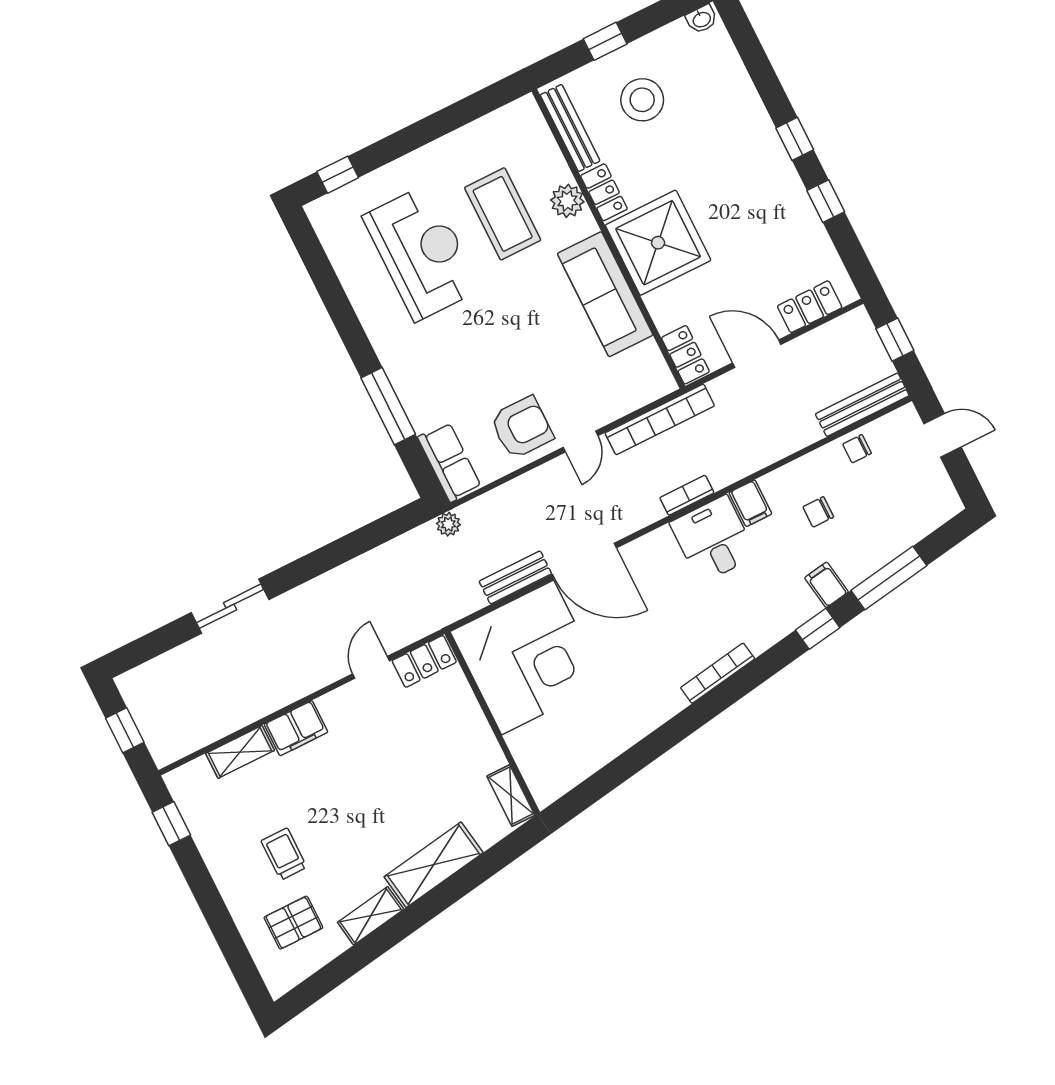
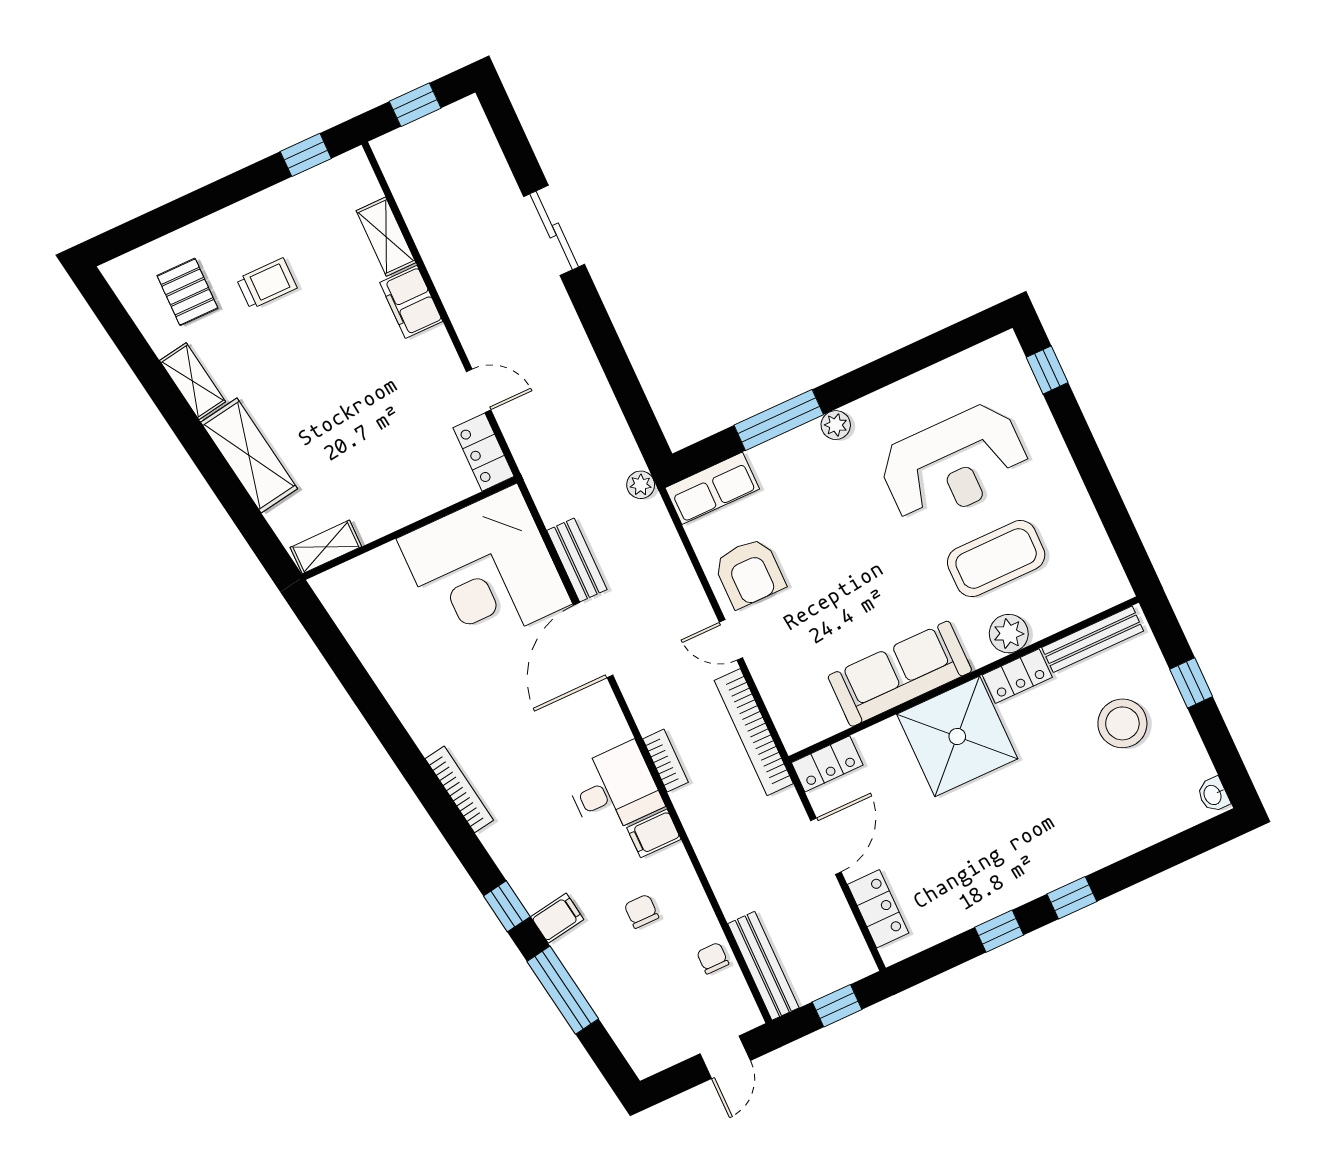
plant: (391, 357) -> (836, 425), added

